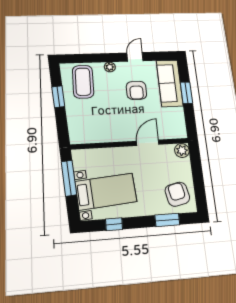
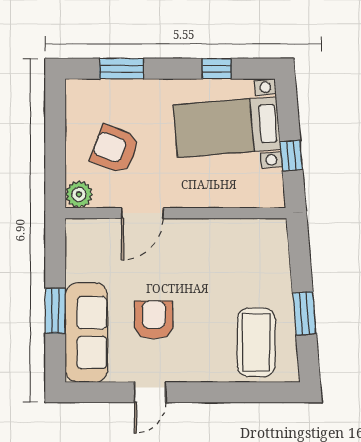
plant: (110, 67) -> (202, 372), removed
window: (69, 178) -> (291, 156), width x0.46
armchair: (177, 194) -> (115, 149), moved, turned 123

